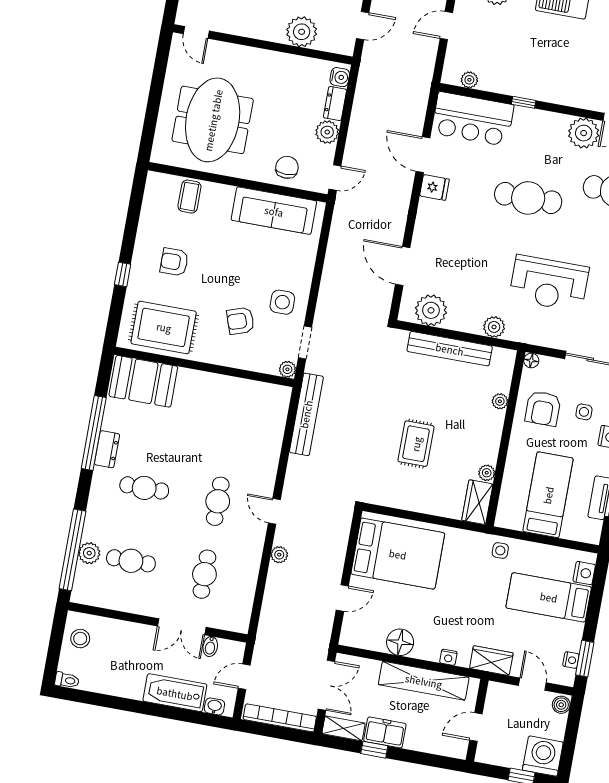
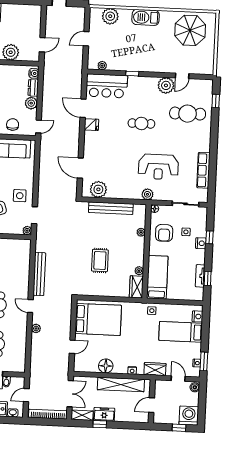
cafe table: (528, 198) -> (141, 123), width x0.73, depth x0.74
plant: (494, 327) -> (147, 194), moved
bench: (306, 414) -> (39, 274), moved
bed: (548, 495) -> (157, 277), moved

